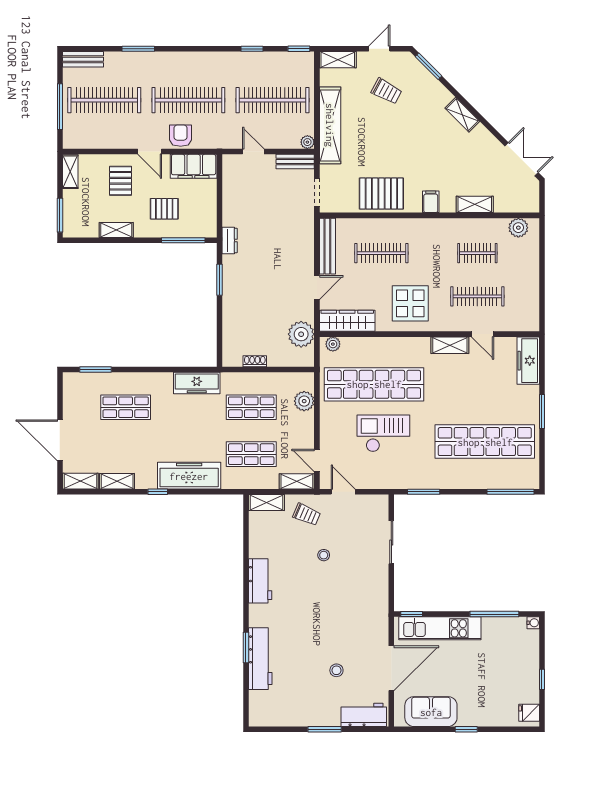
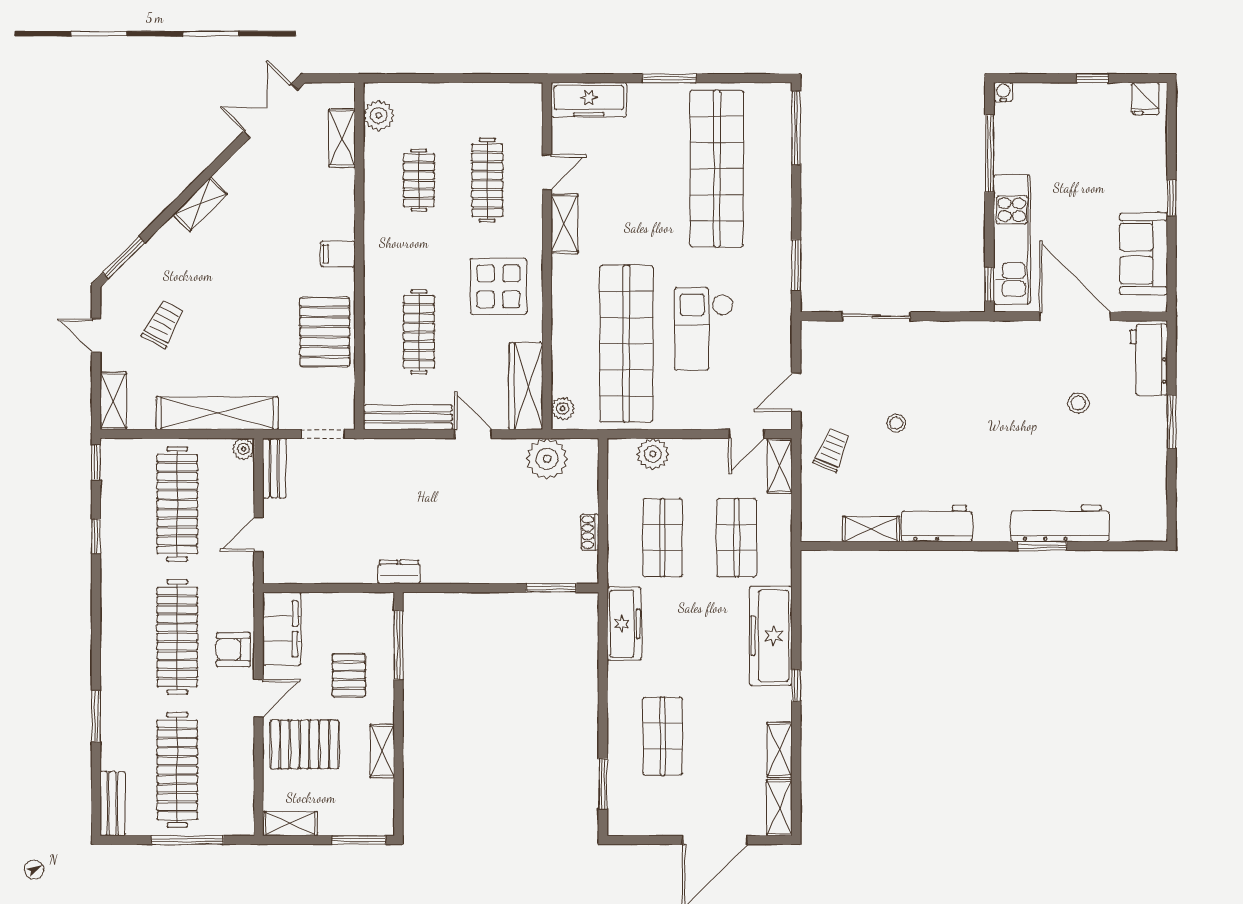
pallet: (120, 181) -> (305, 744), width x1.50, depth x1.42
shelving: (475, 204) -> (342, 138), moved
window: (219, 280) -> (551, 588), moved
shelving: (267, 503) -> (871, 529), moved, turned 90

